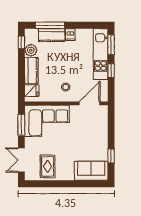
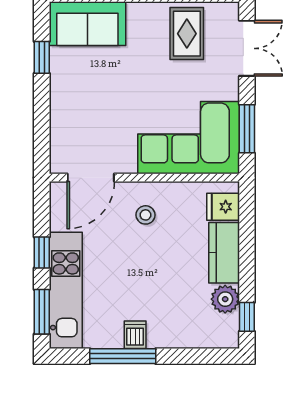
window: (50, 25) -> (123, 356), moved
kitchen counter: (52, 35) -> (178, 334), removed

